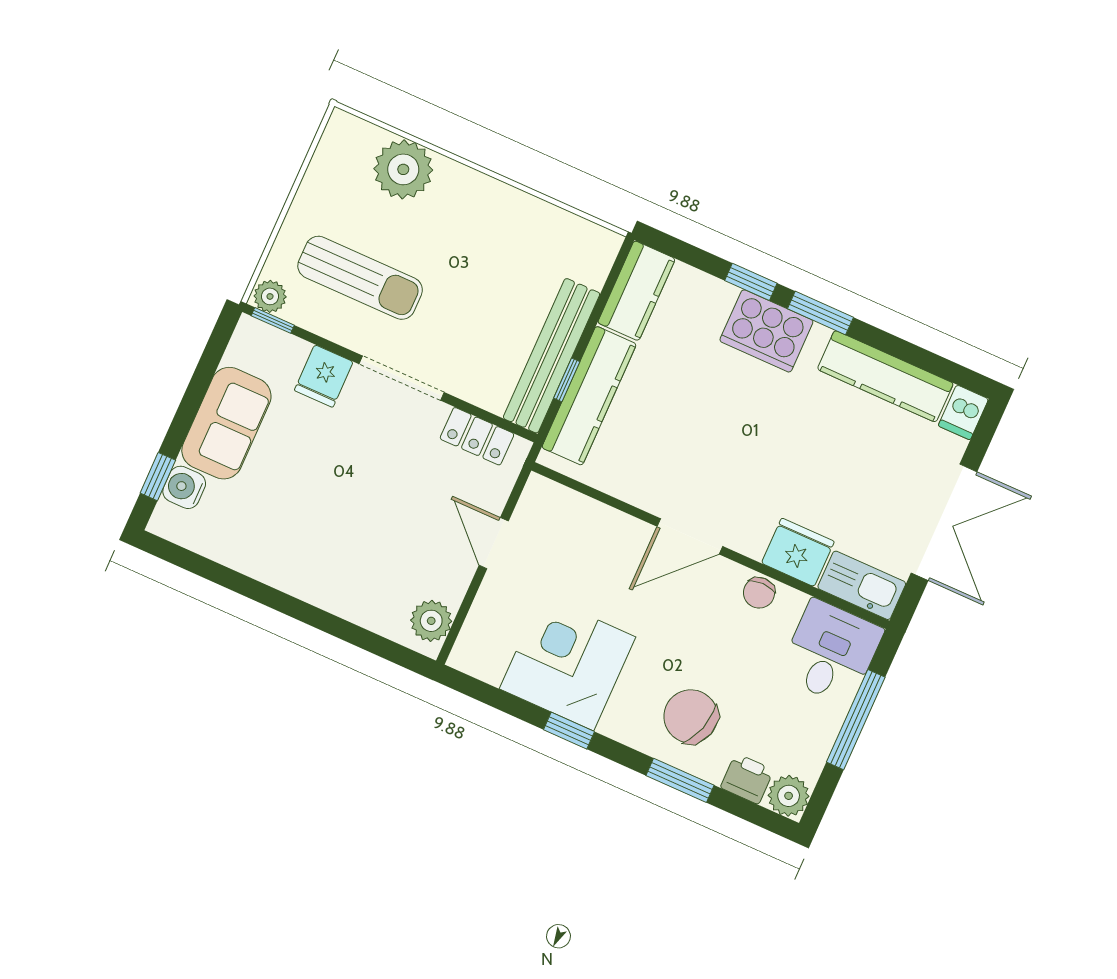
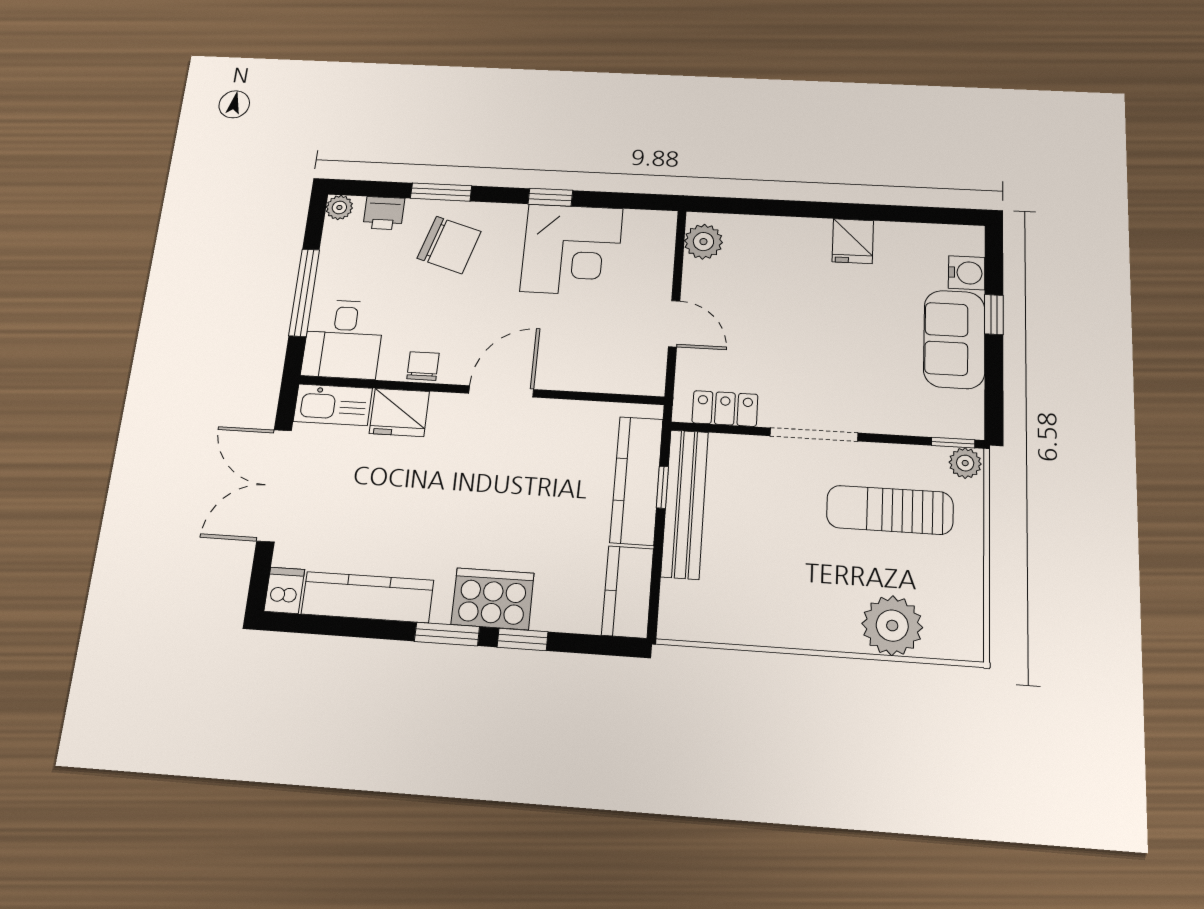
fridge: (324, 376) -> (853, 241), moved, turned 180
window: (158, 477) -> (994, 315), moved
plant: (789, 796) -> (339, 207), width x0.73, depth x0.73

